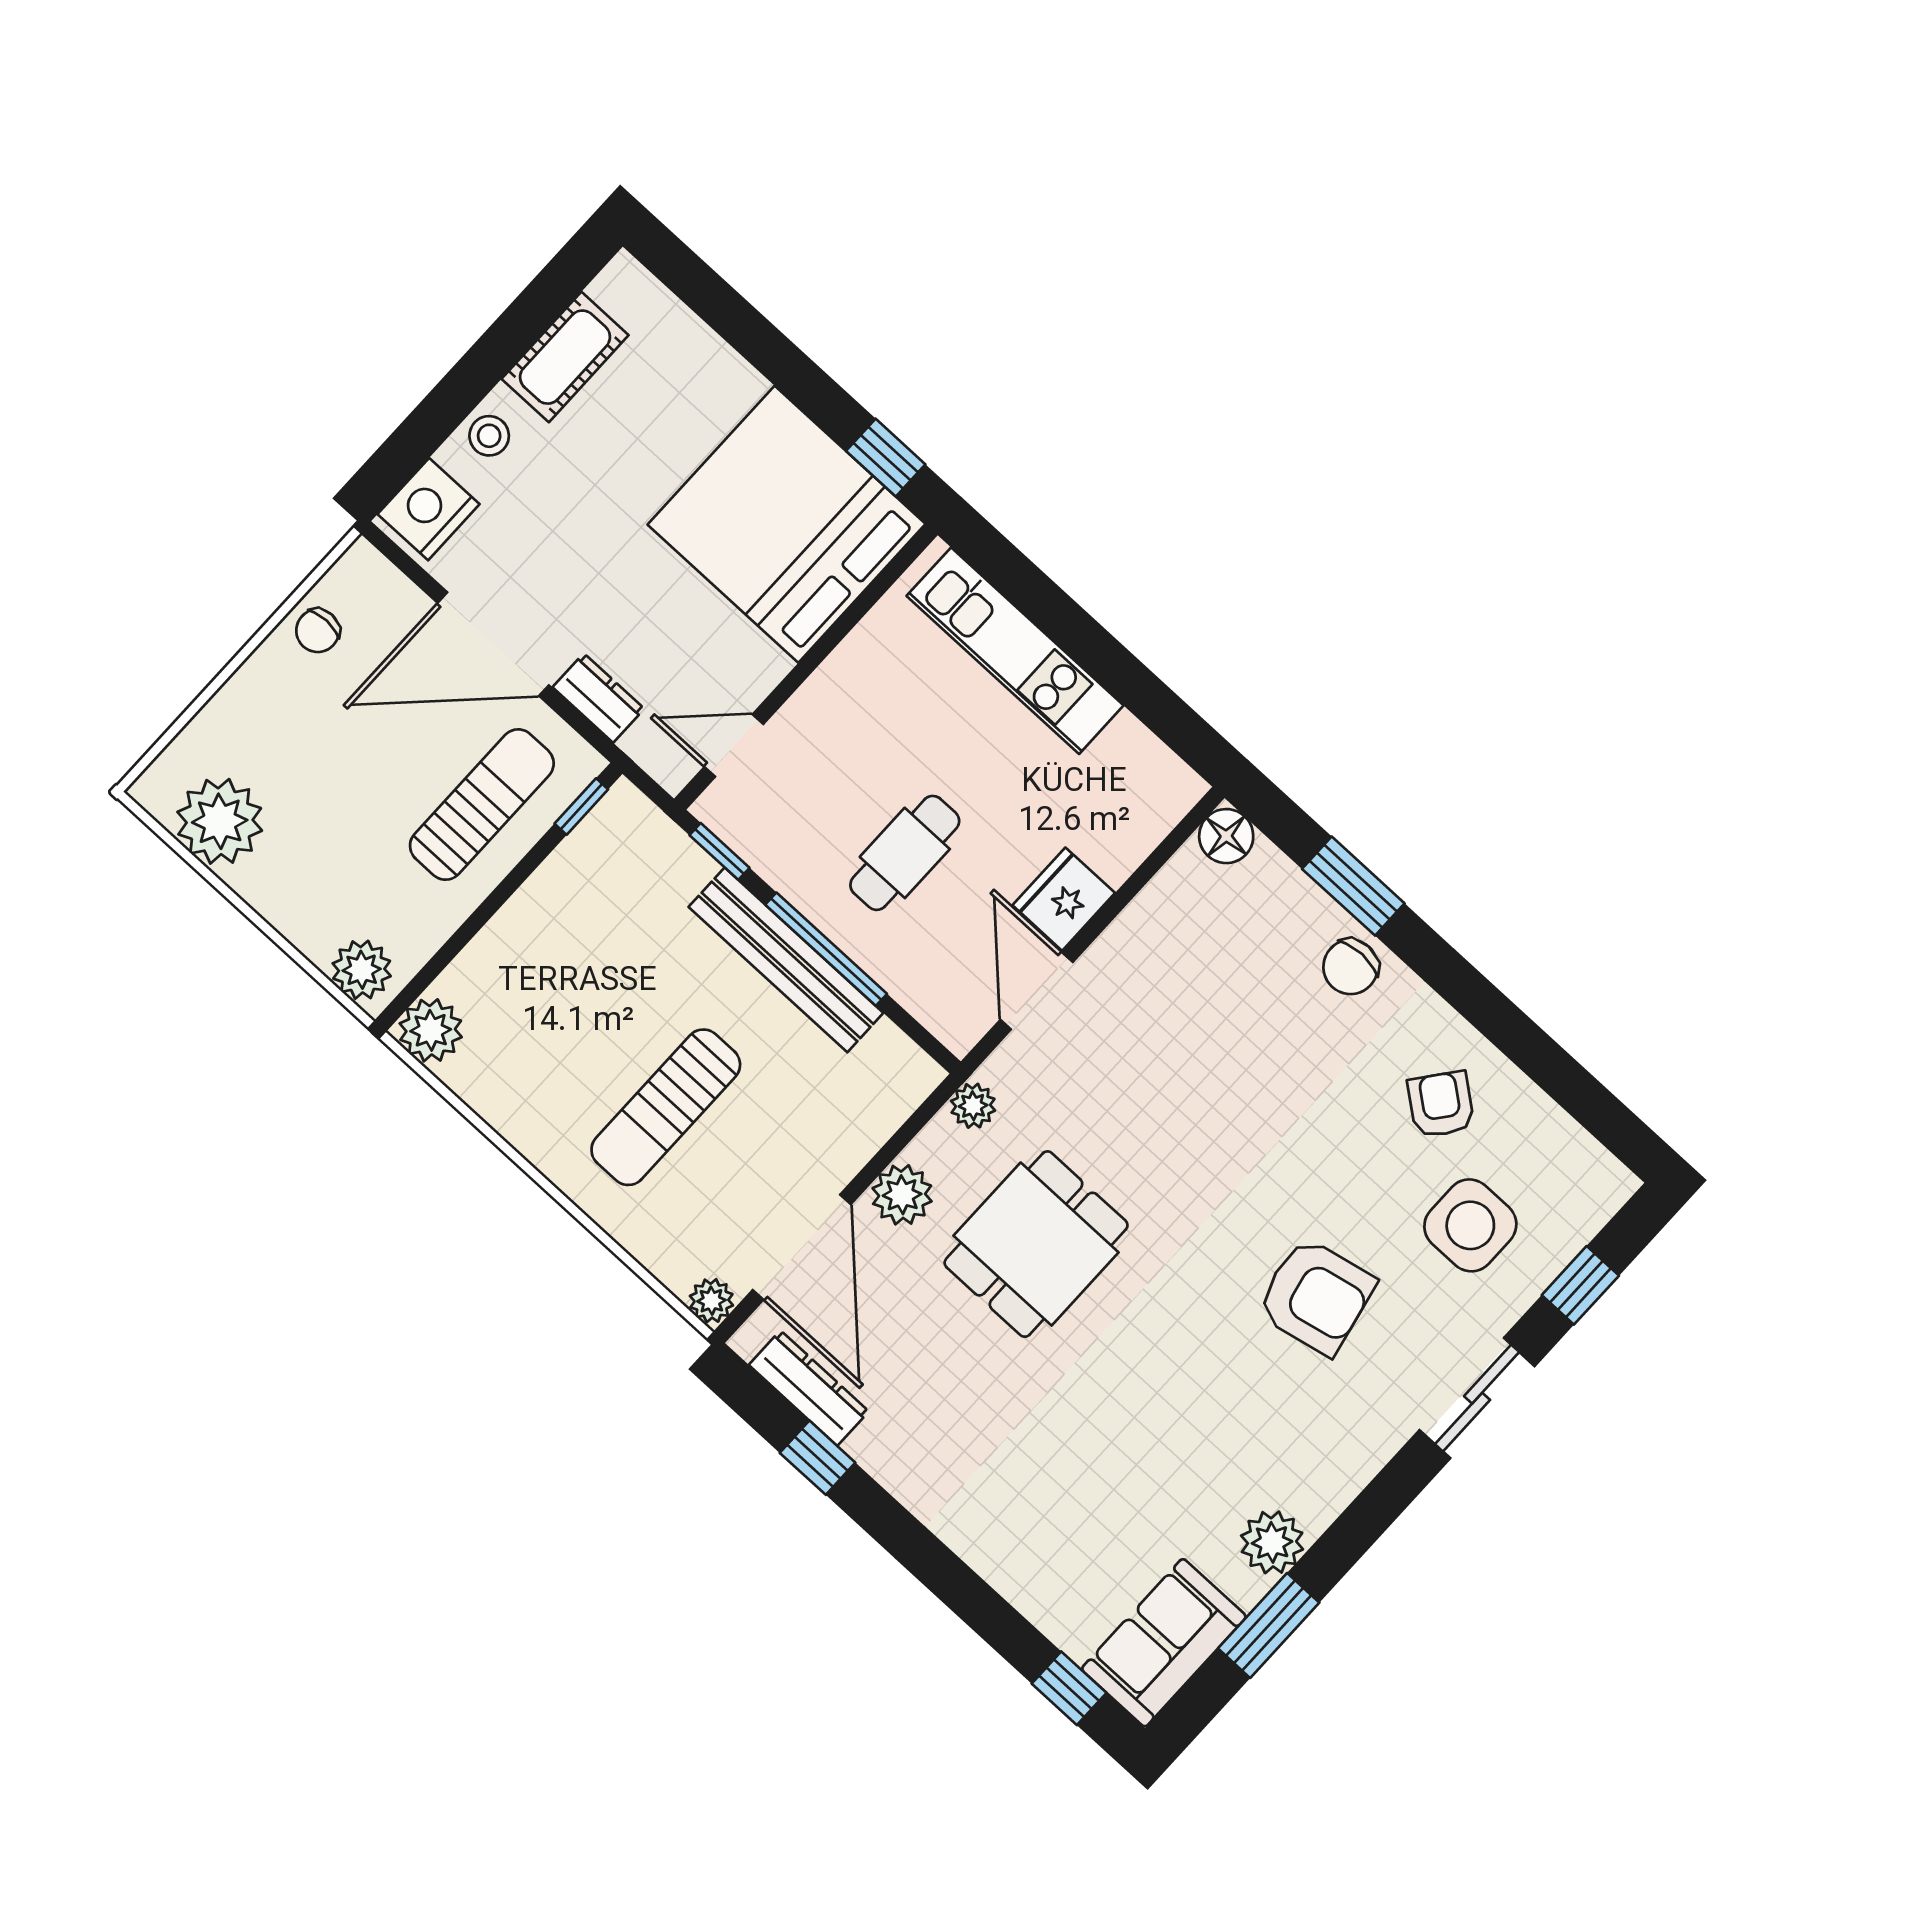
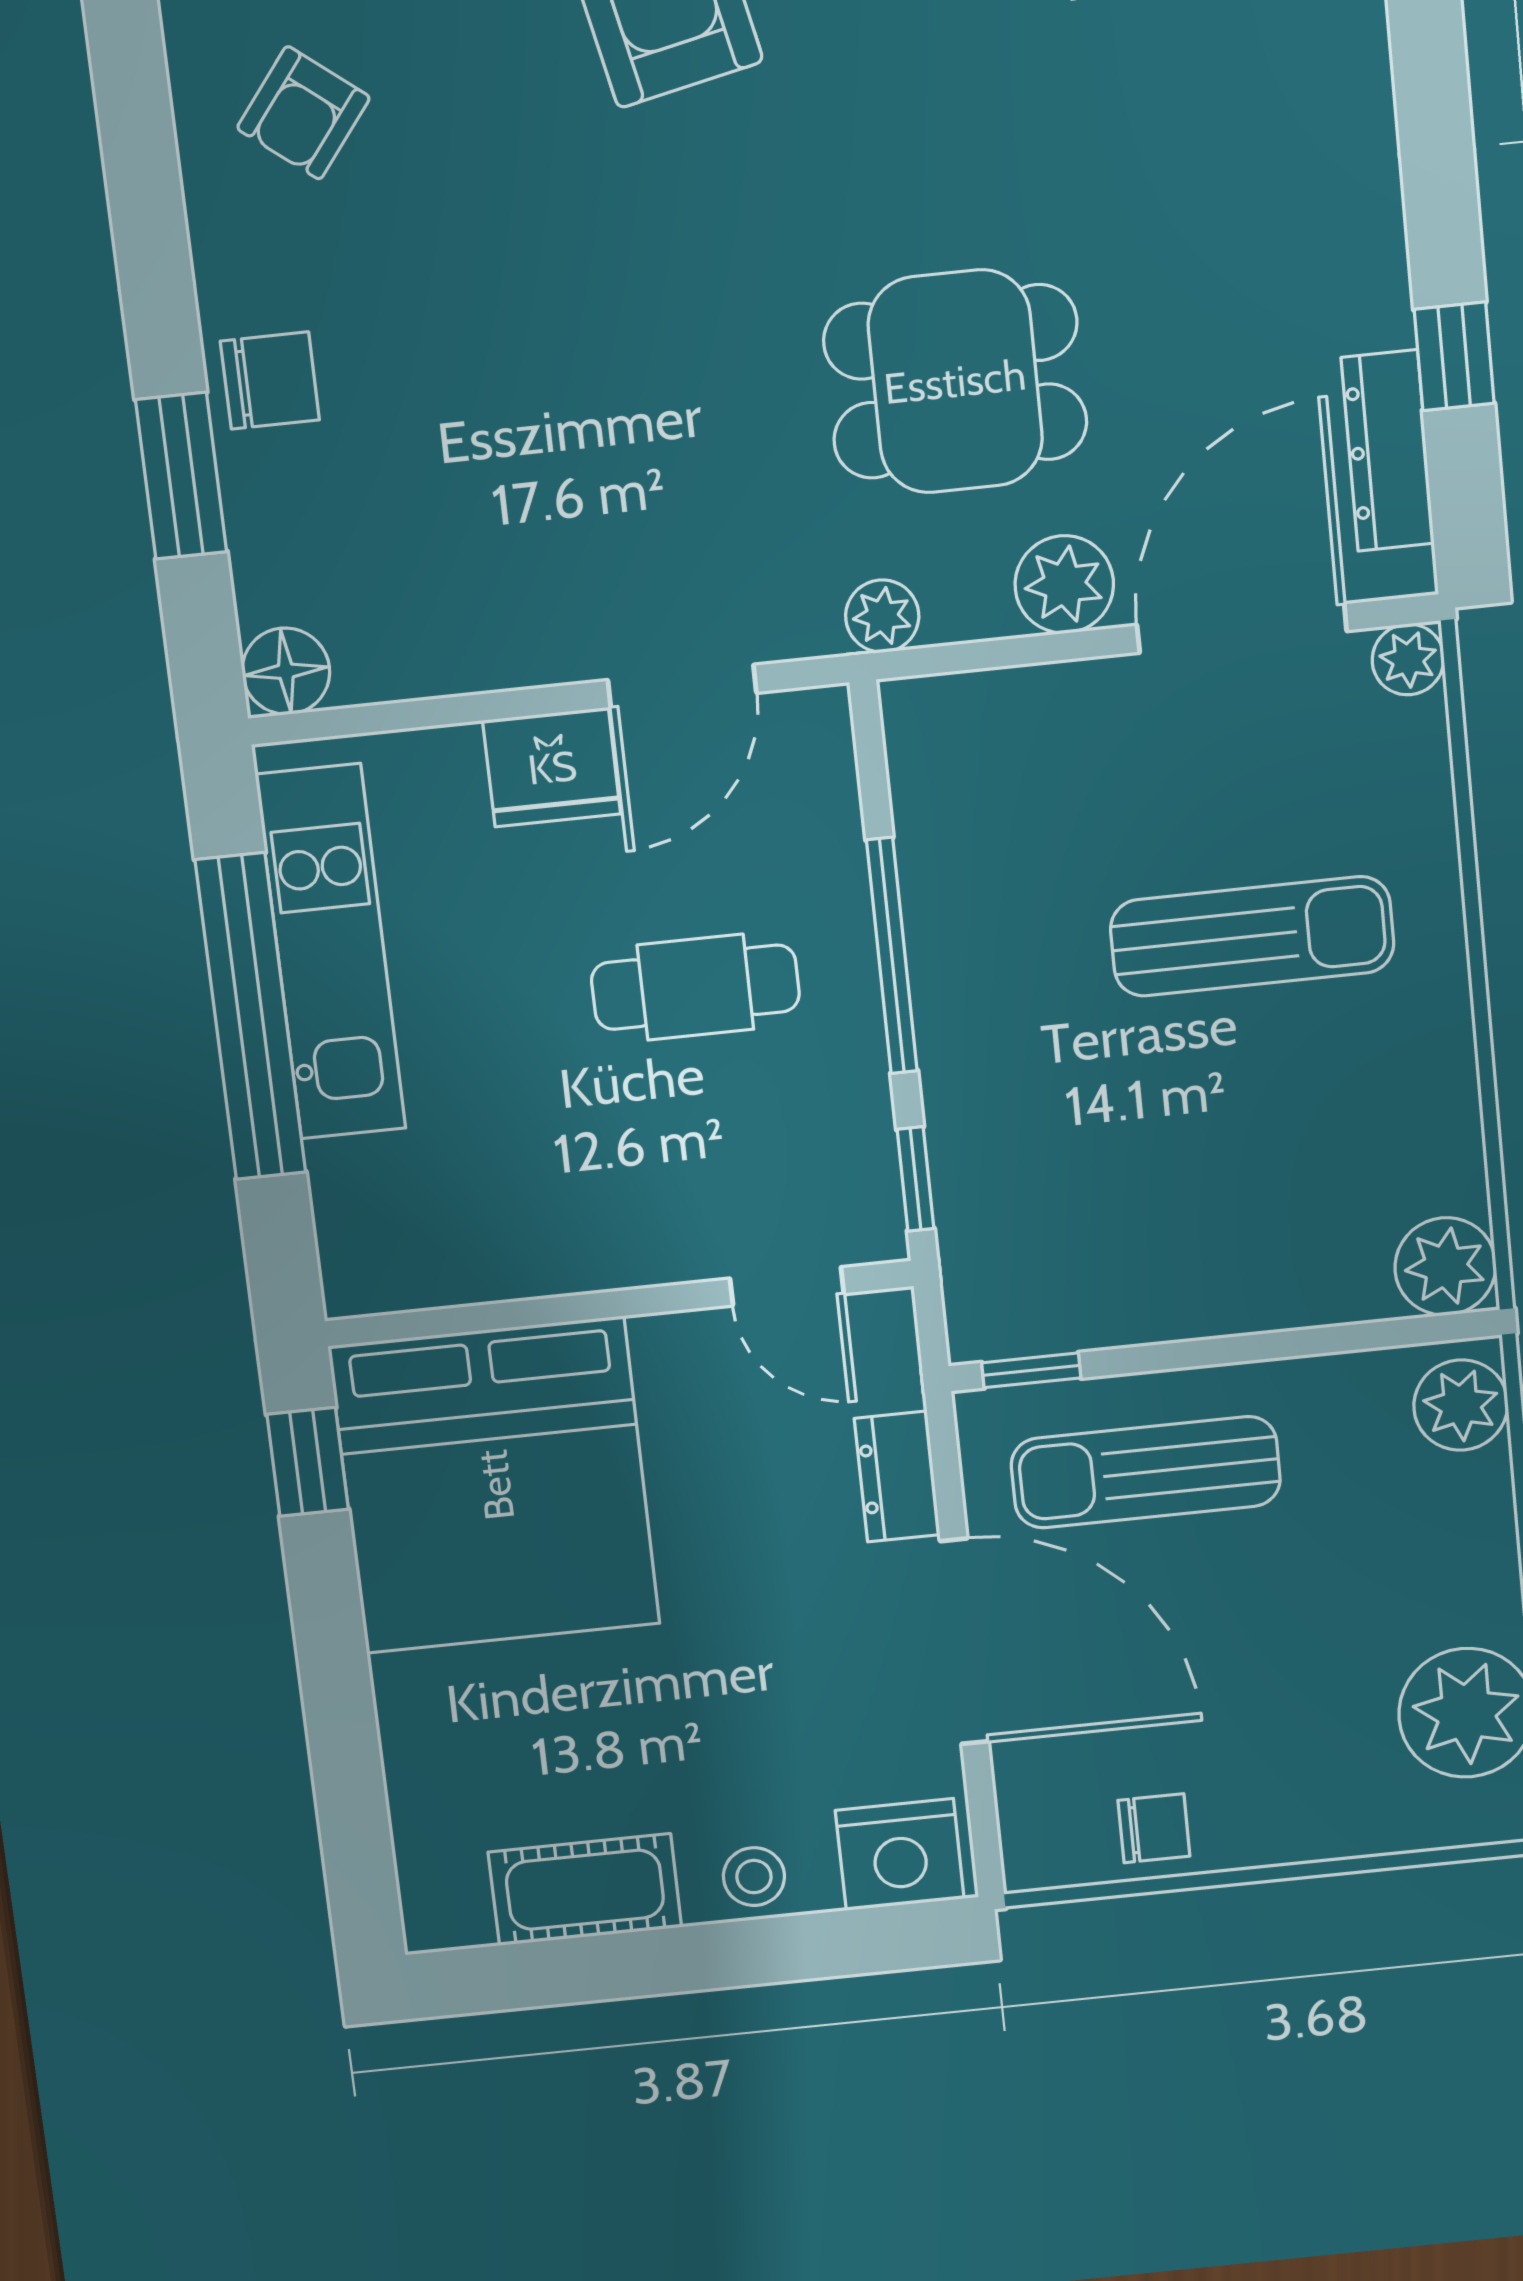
kitchen unit: (1015, 651) -> (331, 952), moved
window: (1101, 655) -> (250, 1017), added
bench: (786, 960) -> (951, 985), removed

